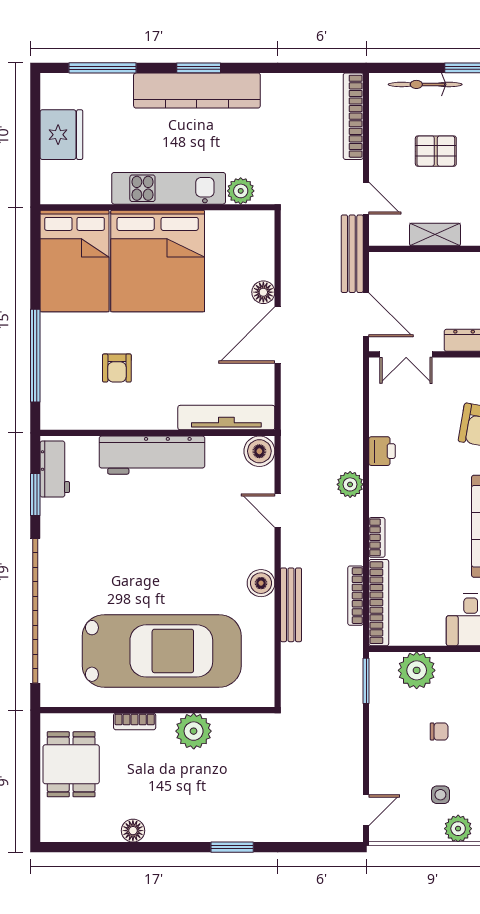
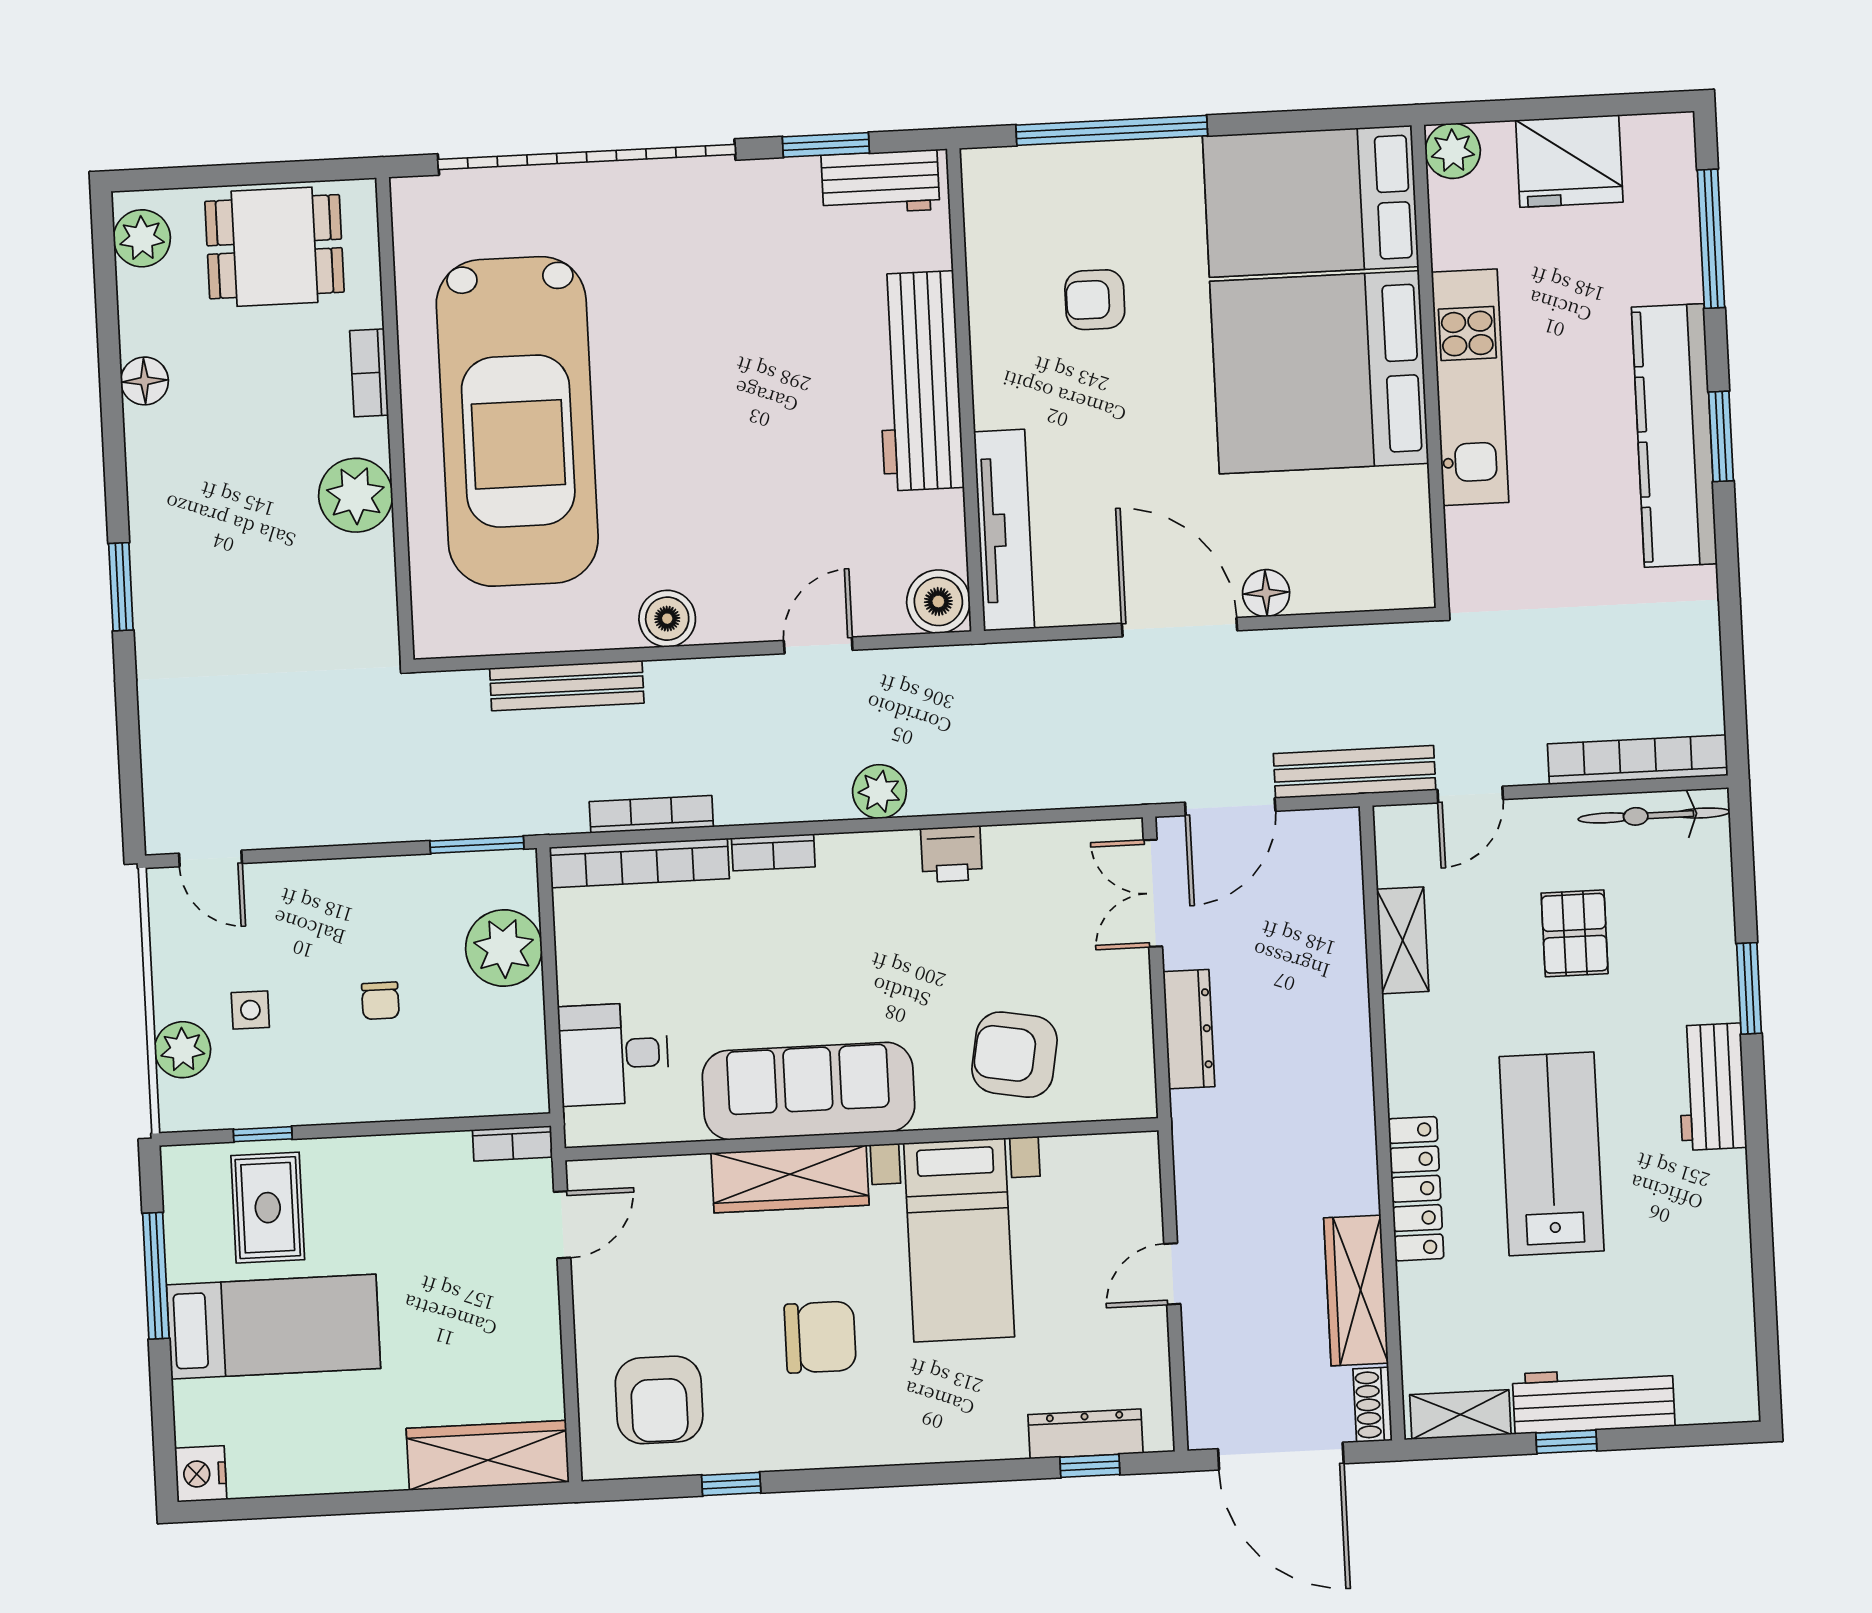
bicycle: (425, 84) -> (1654, 815), moved, turned -90
plant: (241, 191) -> (1453, 151), moved
bench: (291, 605) -> (567, 686), moved
plant: (64, 828) -> (142, 238), added

